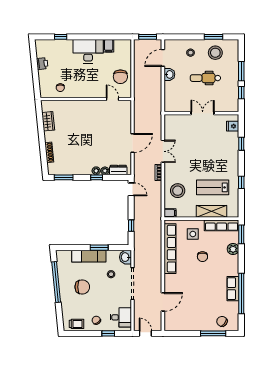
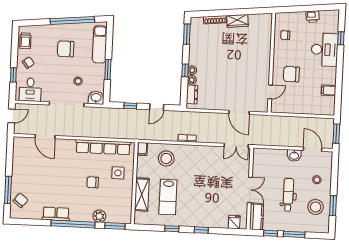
desk: (88, 51) -> (325, 50), moved
chair: (120, 77) -> (291, 74), moved
kitchen counter: (227, 106) -> (256, 217), added
wardrobe: (48, 121) -> (237, 21), moved
door: (133, 143) -> (239, 112), moved
window: (241, 144) -> (201, 230), moved
double door: (163, 151) -> (236, 146), moved
lab bench: (213, 187) -> (168, 197), turned 180
door: (131, 189) -> (157, 107), moved
row of seats: (222, 225) -> (126, 205), removed
exam couch: (89, 256) -> (100, 45), moved
chair: (82, 287) -> (66, 49), turned 90
window: (241, 293) -> (73, 224), moved

